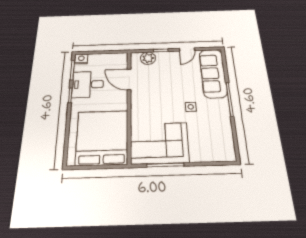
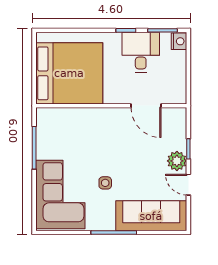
plant: (148, 58) -> (177, 161), moved
door: (129, 79) -> (146, 106), swing flipped
corner sofa: (159, 143) -> (60, 194), moved

